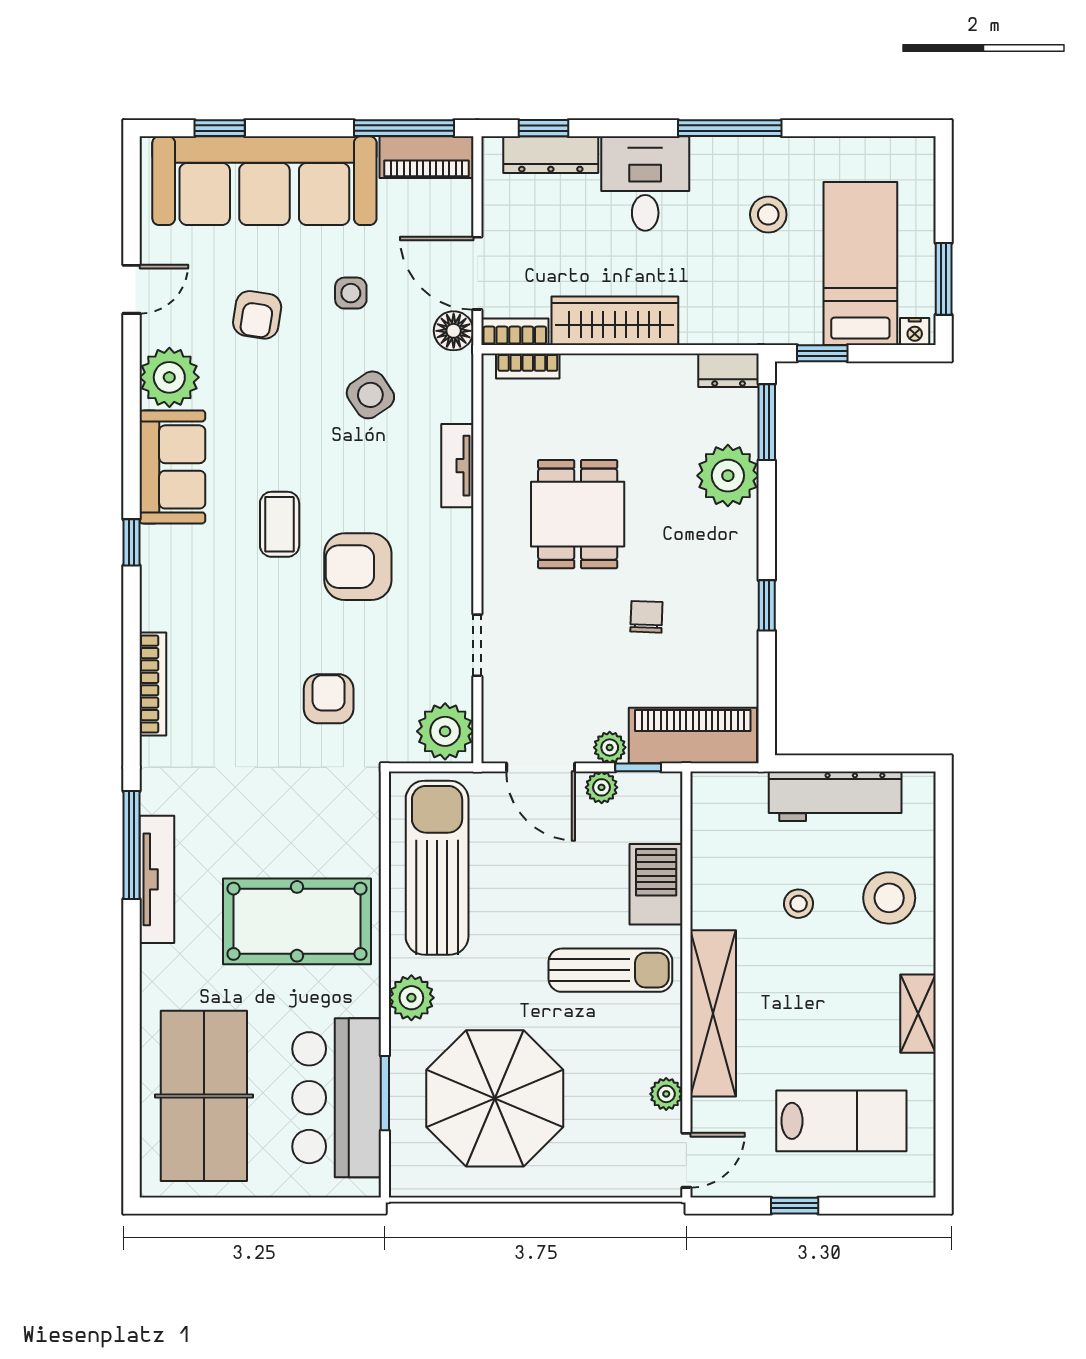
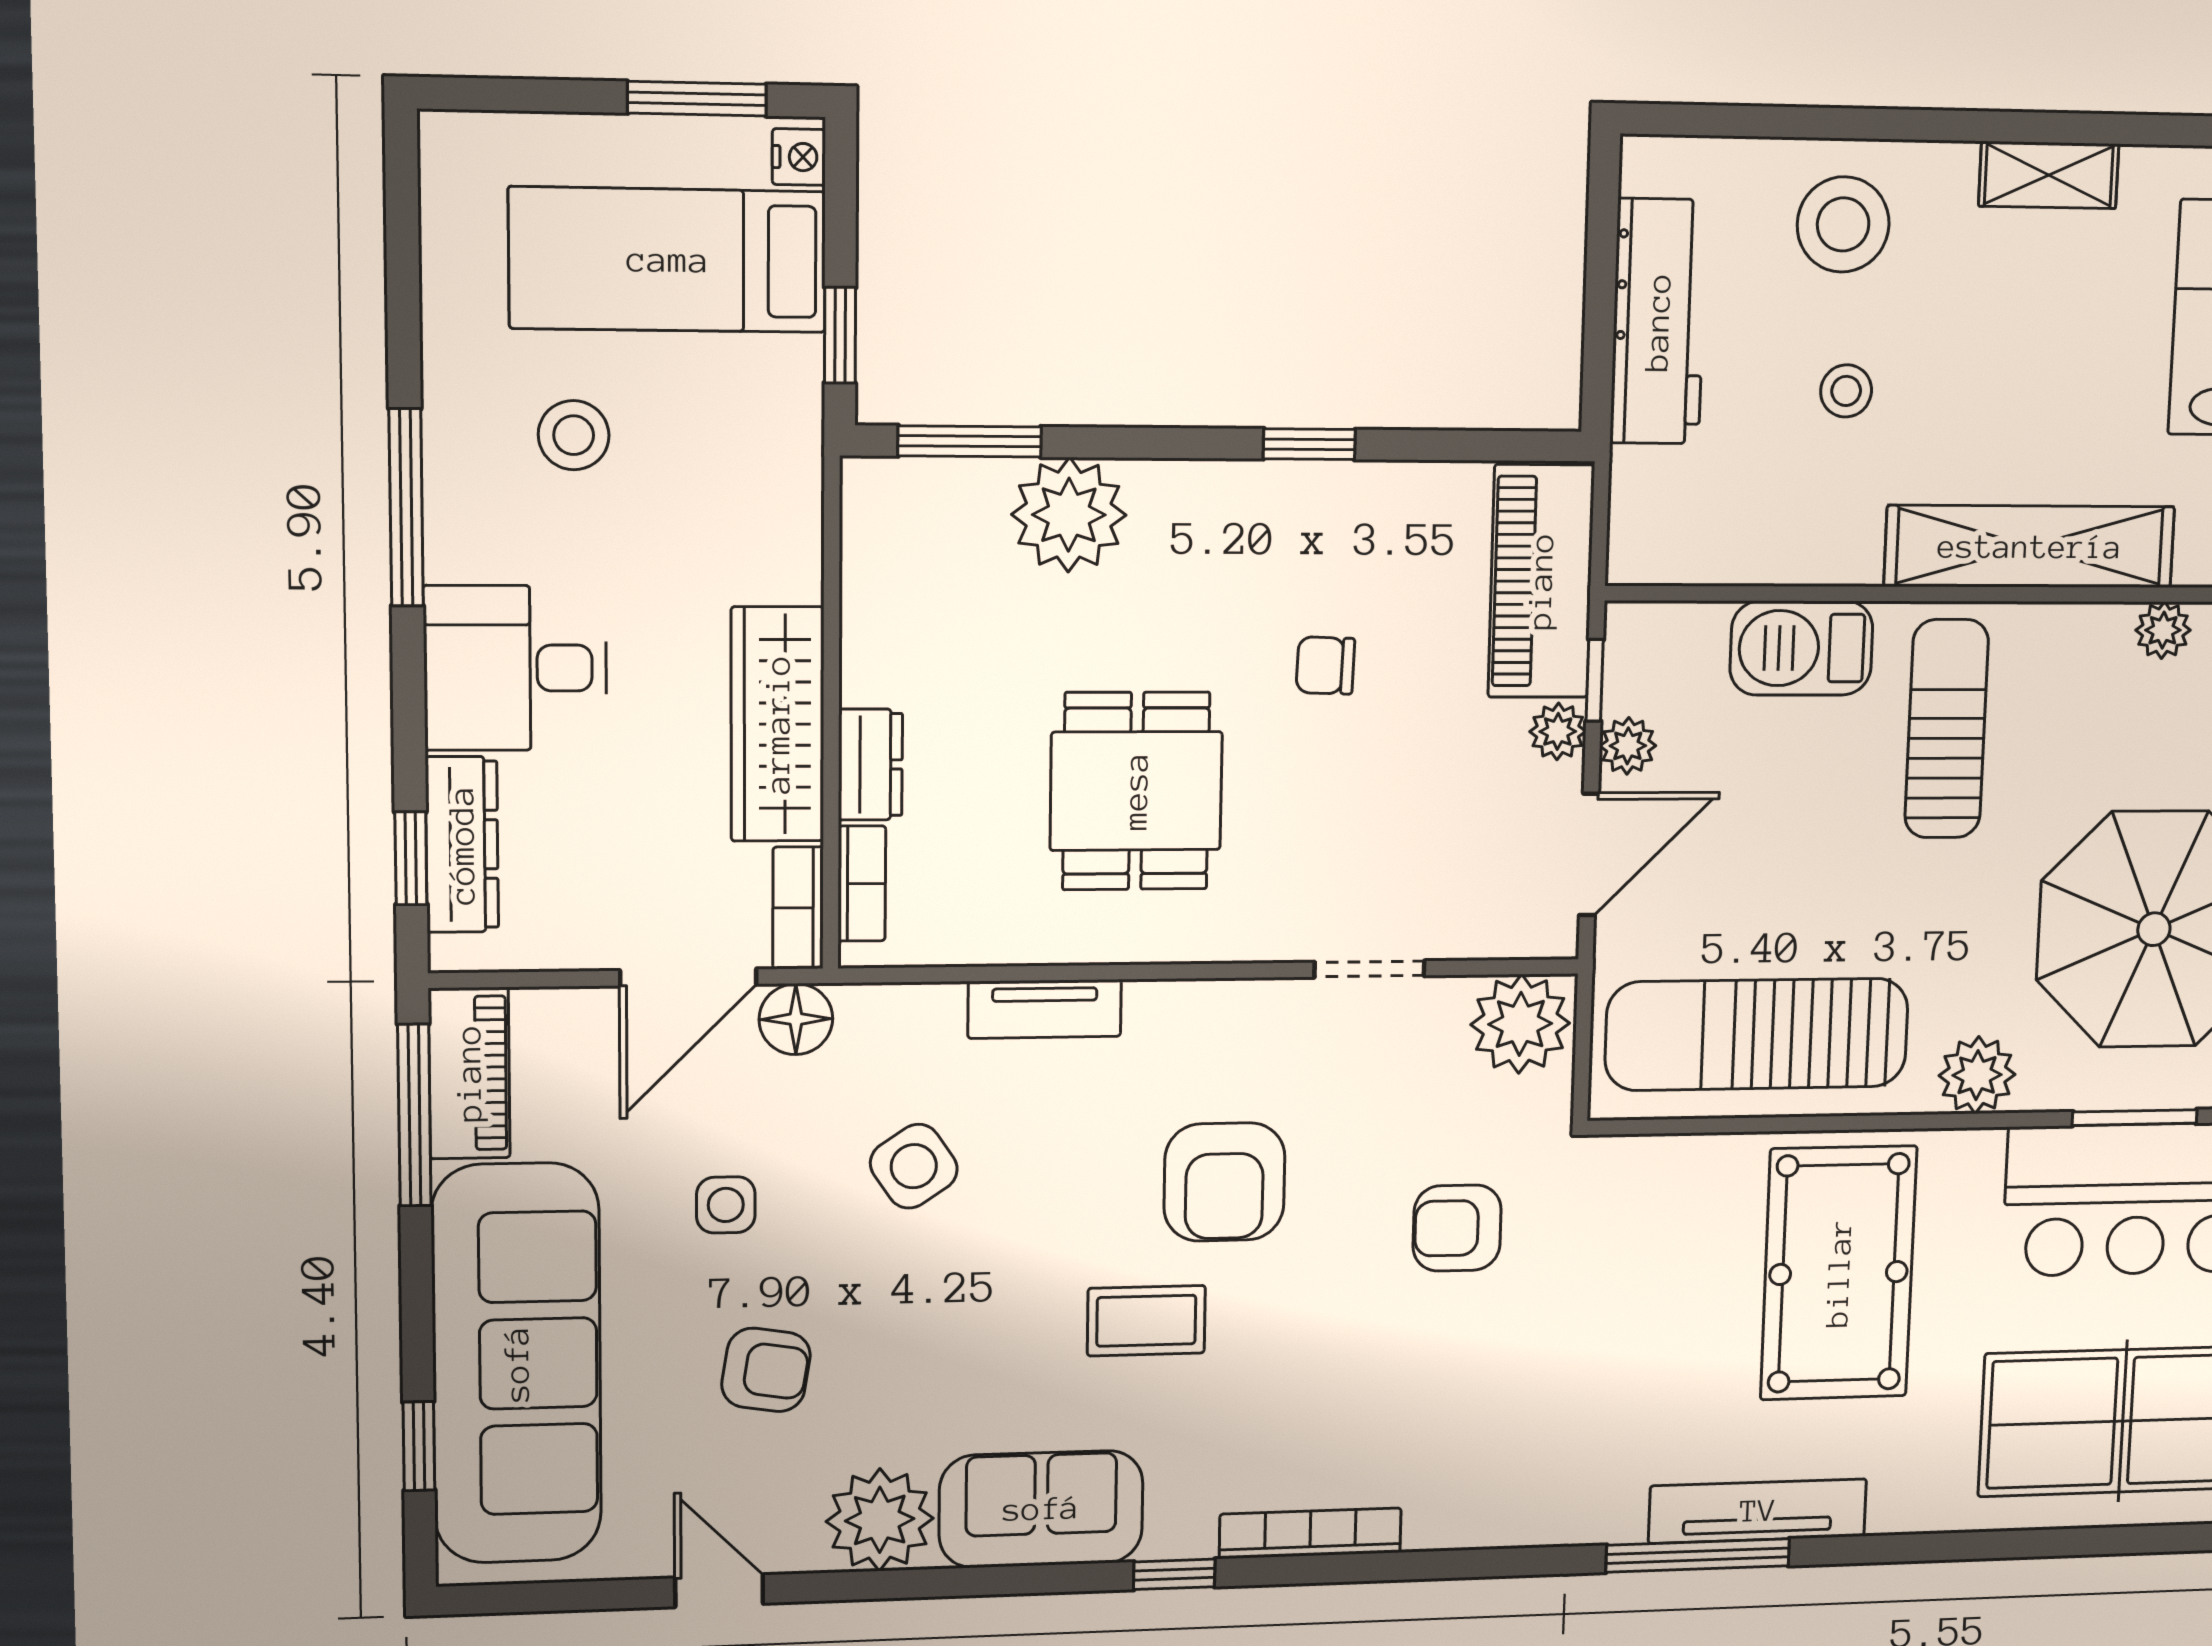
dresser: (729, 370) -> (870, 765), moved
dining table: (578, 514) -> (1136, 791), turned 90
bookcase: (153, 684) -> (1310, 1533), moved

